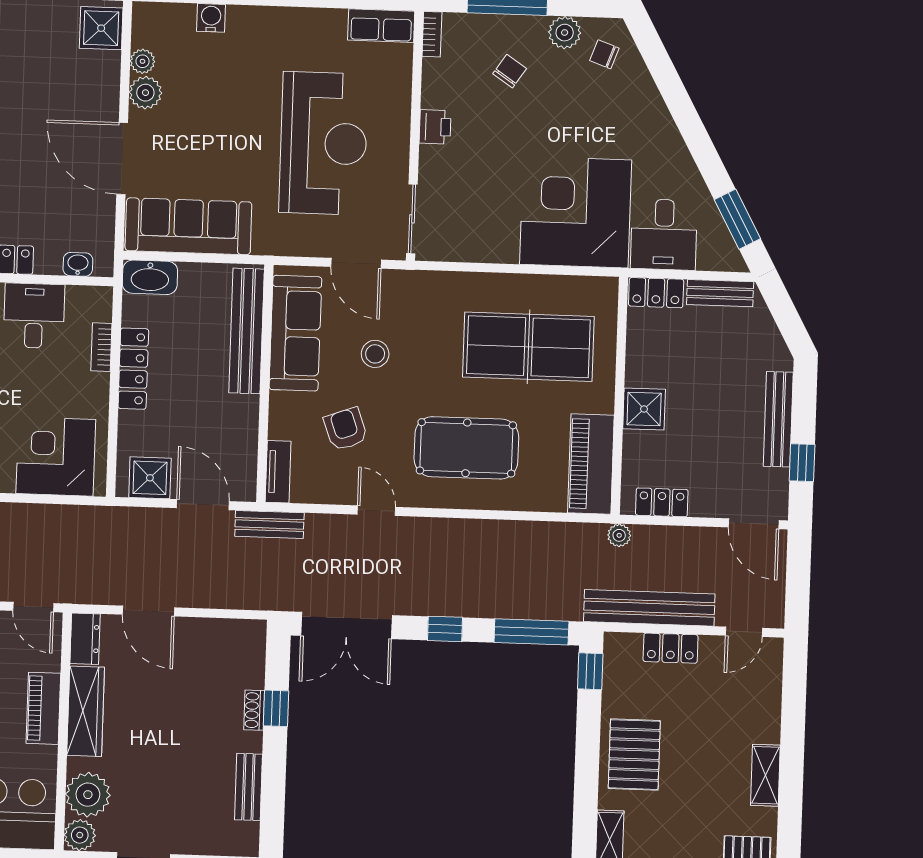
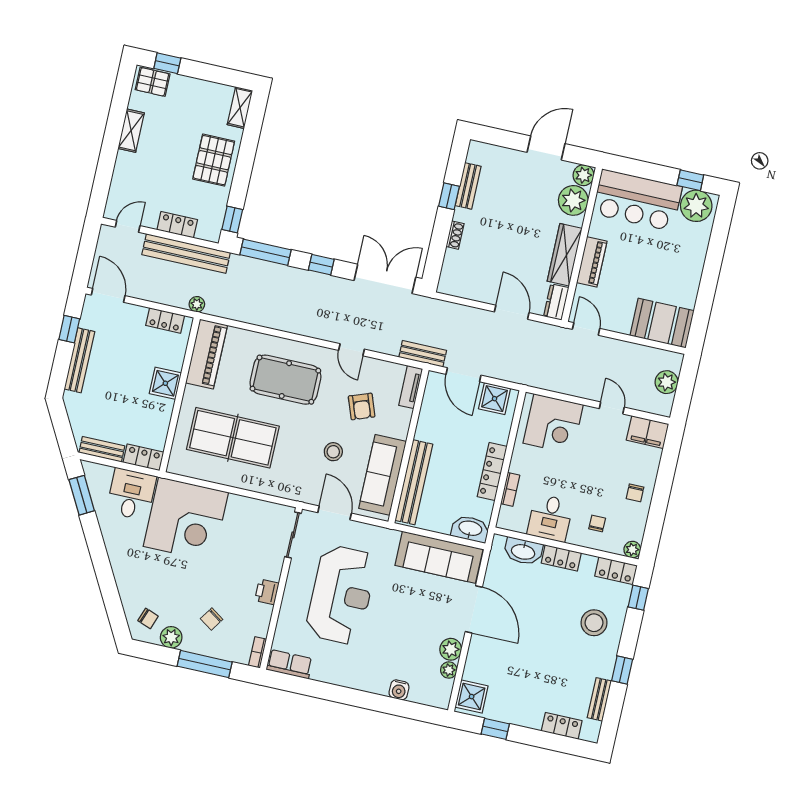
reception desk: (324, 143) -> (341, 595), turned 180
washbasin: (78, 264) -> (523, 551), width x1.91, depth x1.45
window: (276, 708) -> (449, 196), moved

